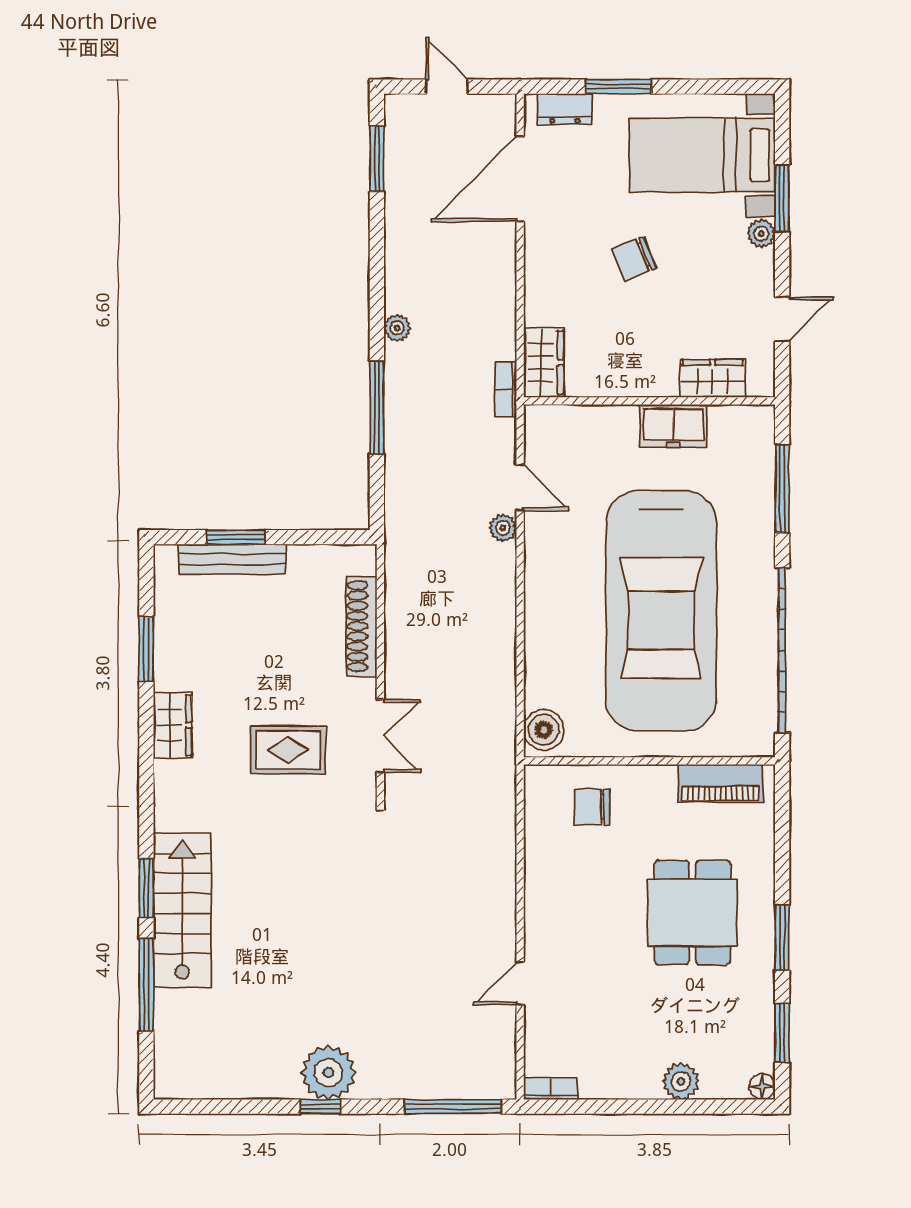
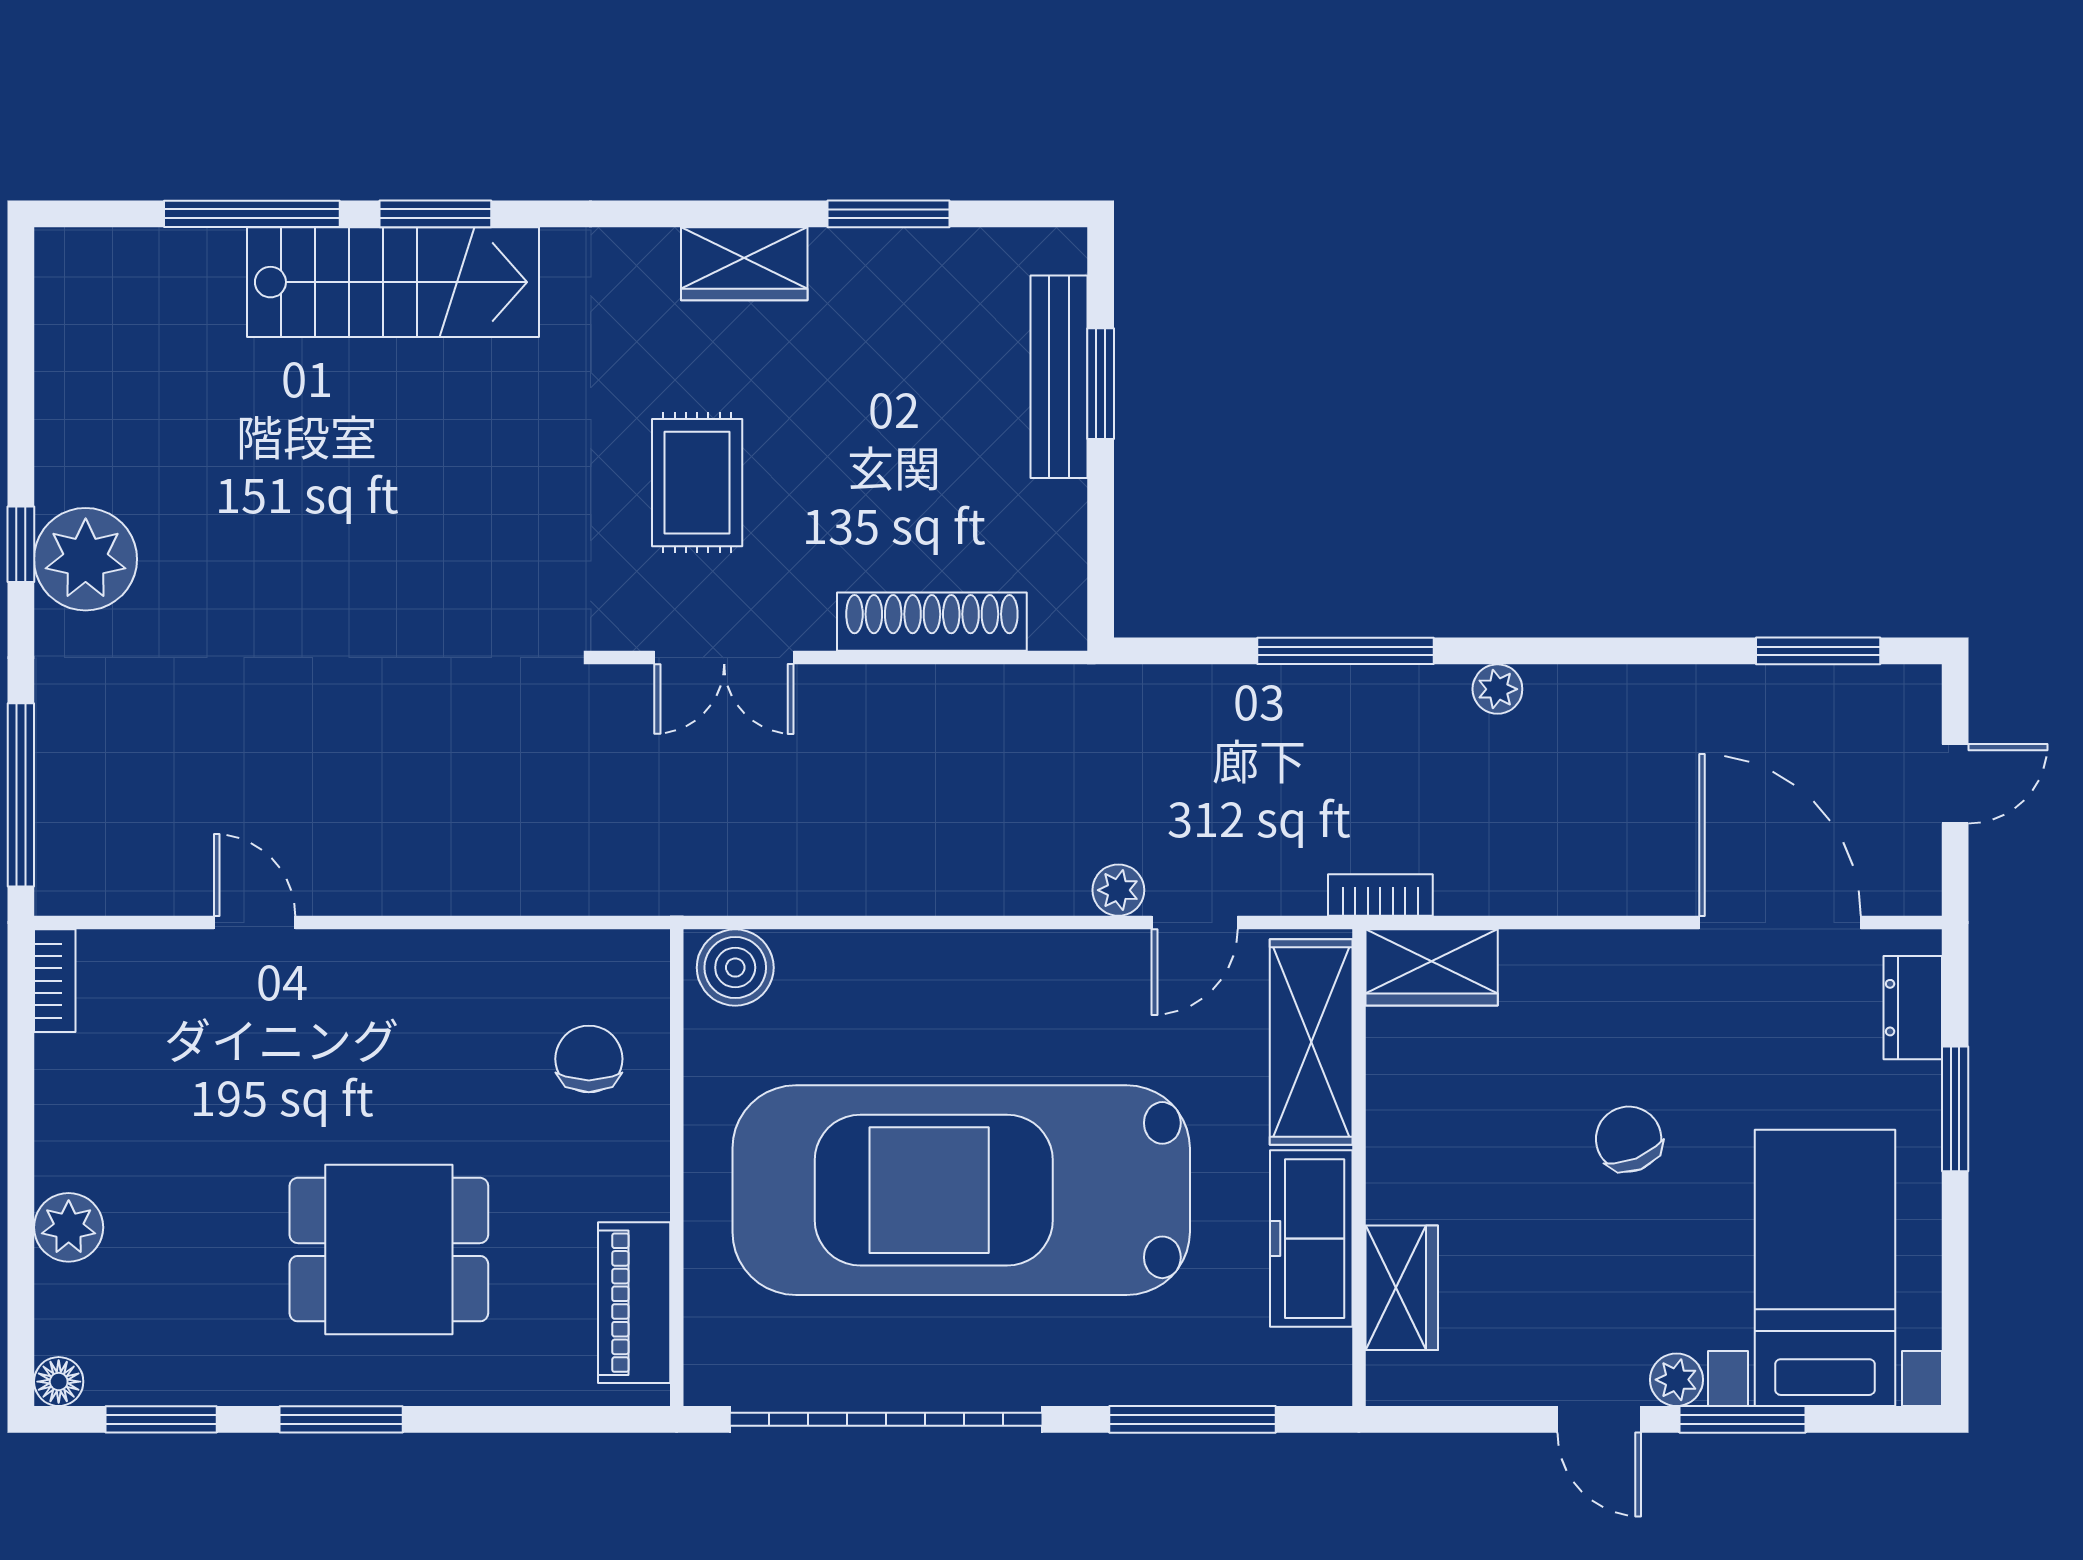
door: (782, 319) -> (1599, 1419), moved
shelving: (583, 426) -> (1311, 1042), added
freezer: (673, 426) -> (1311, 1239), width x1.40

